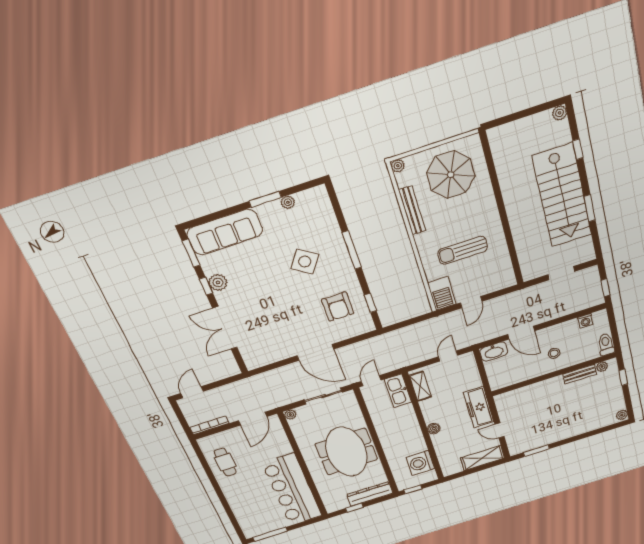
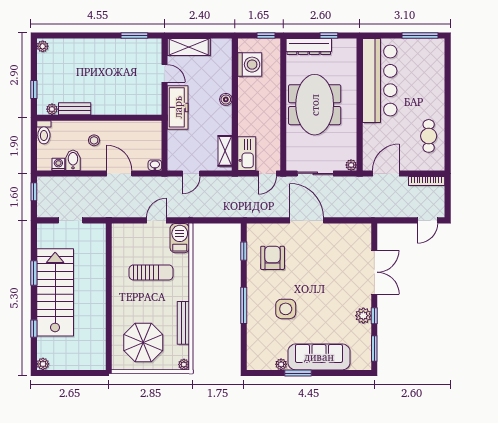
sofa: (225, 232) -> (319, 357), moved
side table: (305, 262) -> (286, 309), turned -35
bidet: (571, 329) -> (73, 160), added
washbasin: (494, 352) -> (155, 165), width x0.52, depth x0.69

